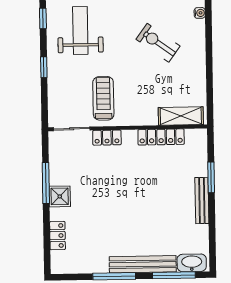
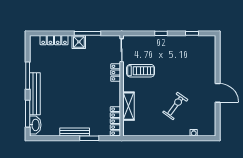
weight bench: (80, 31) -> (184, 57), removed
shelving: (181, 116) -> (128, 106), moved
locker: (161, 137) -> (115, 121), moved
locker: (57, 236) -> (54, 40), width x1.53

